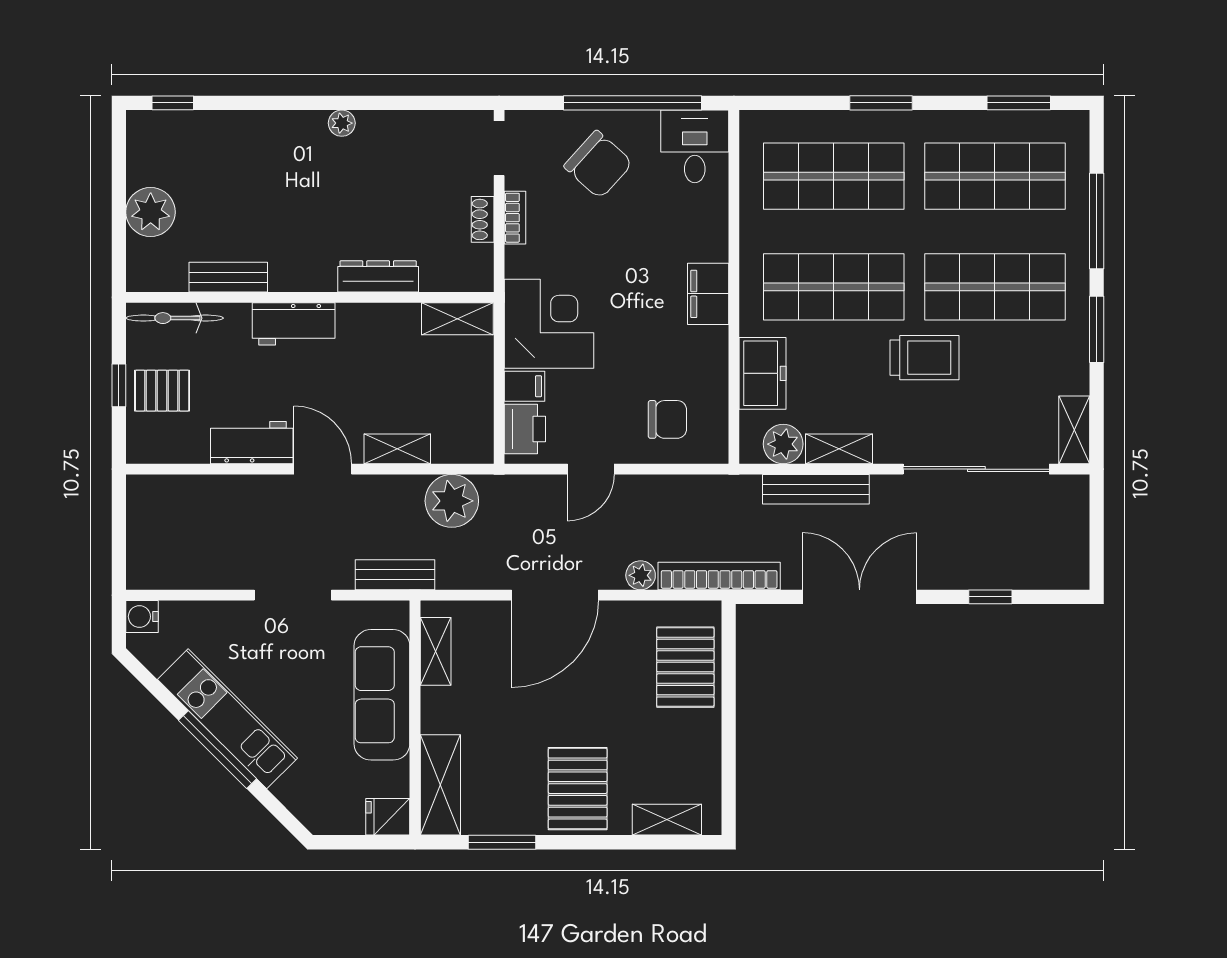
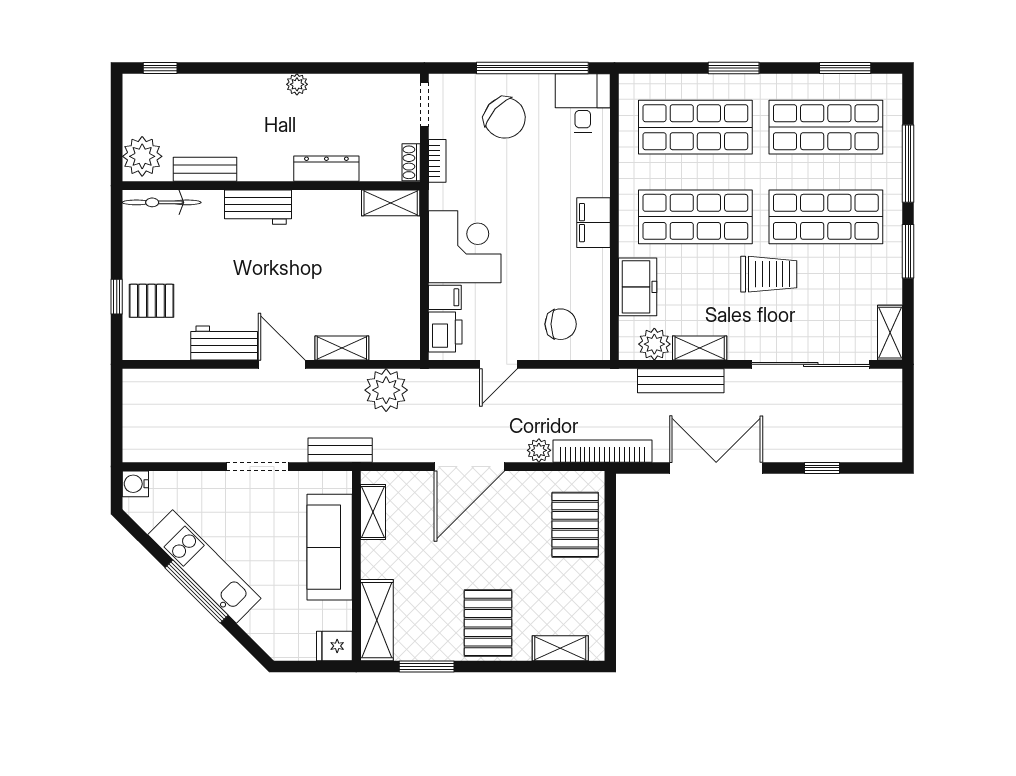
dresser: (378, 276) -> (326, 169), moved
bench: (228, 277) -> (205, 169), moved
wall: (310, 297) -> (271, 186), moved
bicycle: (175, 318) -> (162, 202), moved
shelving: (457, 319) -> (391, 203), moved
workbench: (294, 324) -> (258, 207), moved

